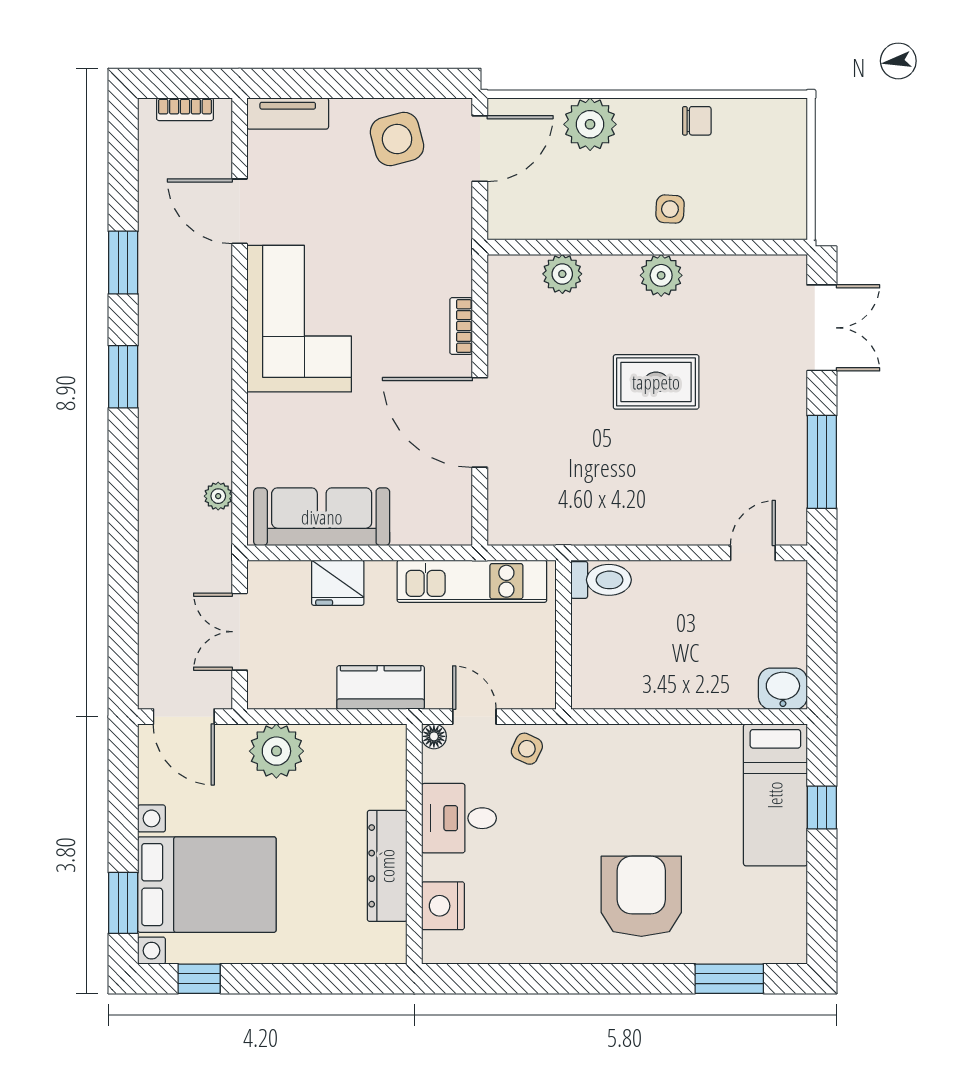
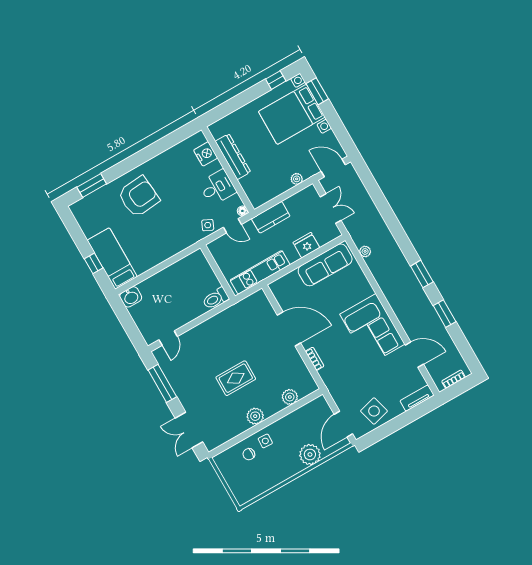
chair: (697, 121) -> (249, 454), moved
plant: (276, 751) -> (297, 179), width x0.53, depth x0.53
armchair: (641, 896) -> (139, 197), turned -95

